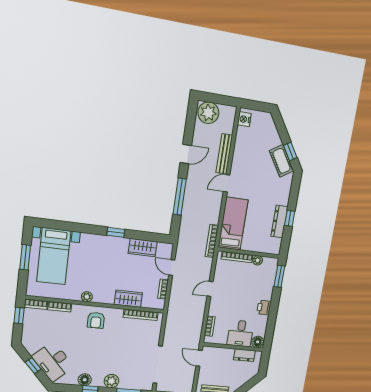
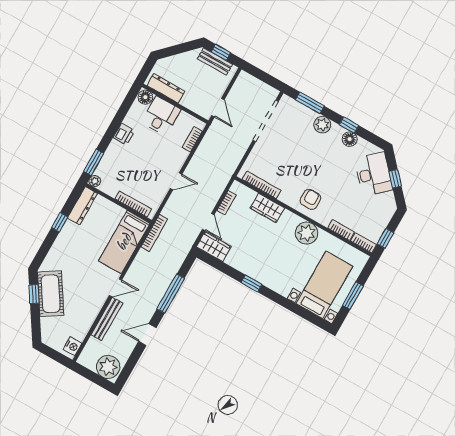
cot: (282, 161) -> (51, 294), width x1.37, depth x1.34
dresser: (279, 221) -> (82, 206), moved
wardrobe: (143, 248) -> (214, 247), moved
plant: (258, 260) -> (95, 181), moved
plant: (87, 297) -> (307, 233), width x1.87, depth x1.87
dresser: (244, 355) -> (166, 88), width x1.44

